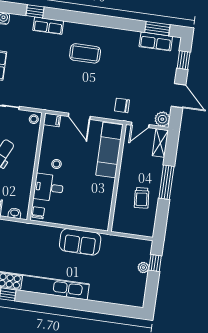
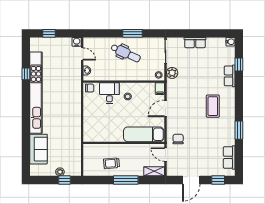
window: (157, 29) -> (239, 130), moved
plant: (162, 119) -> (172, 73), moved
sofa: (80, 242) -> (39, 149), moved, turned 180

